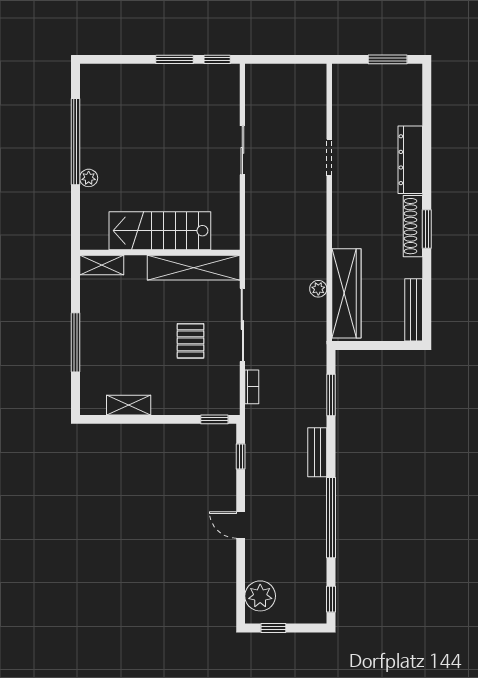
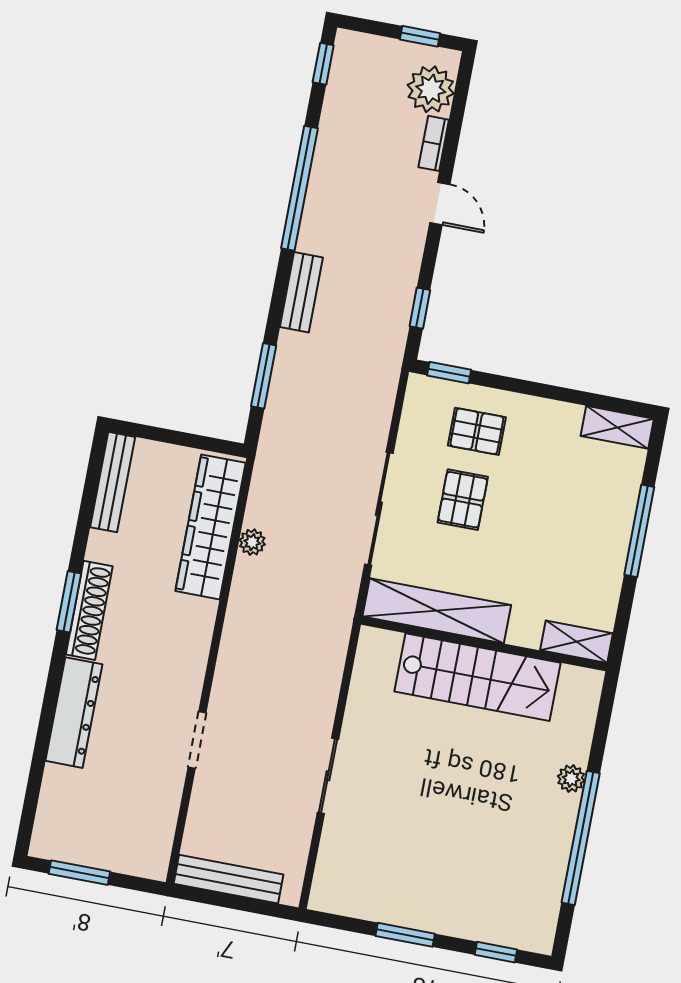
window: (217, 59) -> (496, 952), moved
bench: (293, 73) -> (229, 879), added
pallet: (190, 386) -> (477, 431), added
bookcase: (252, 387) -> (434, 143), moved
shelving: (129, 405) -> (617, 427), moved

